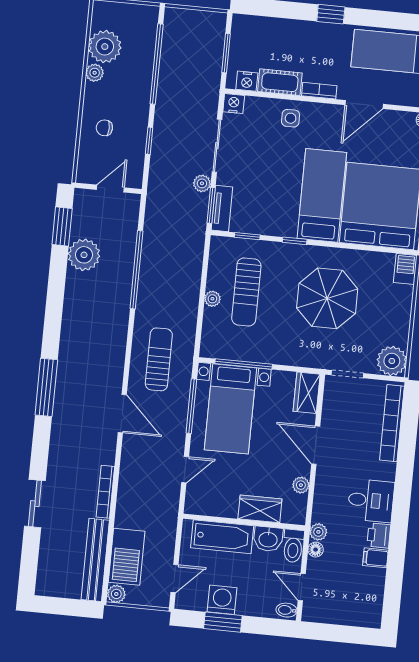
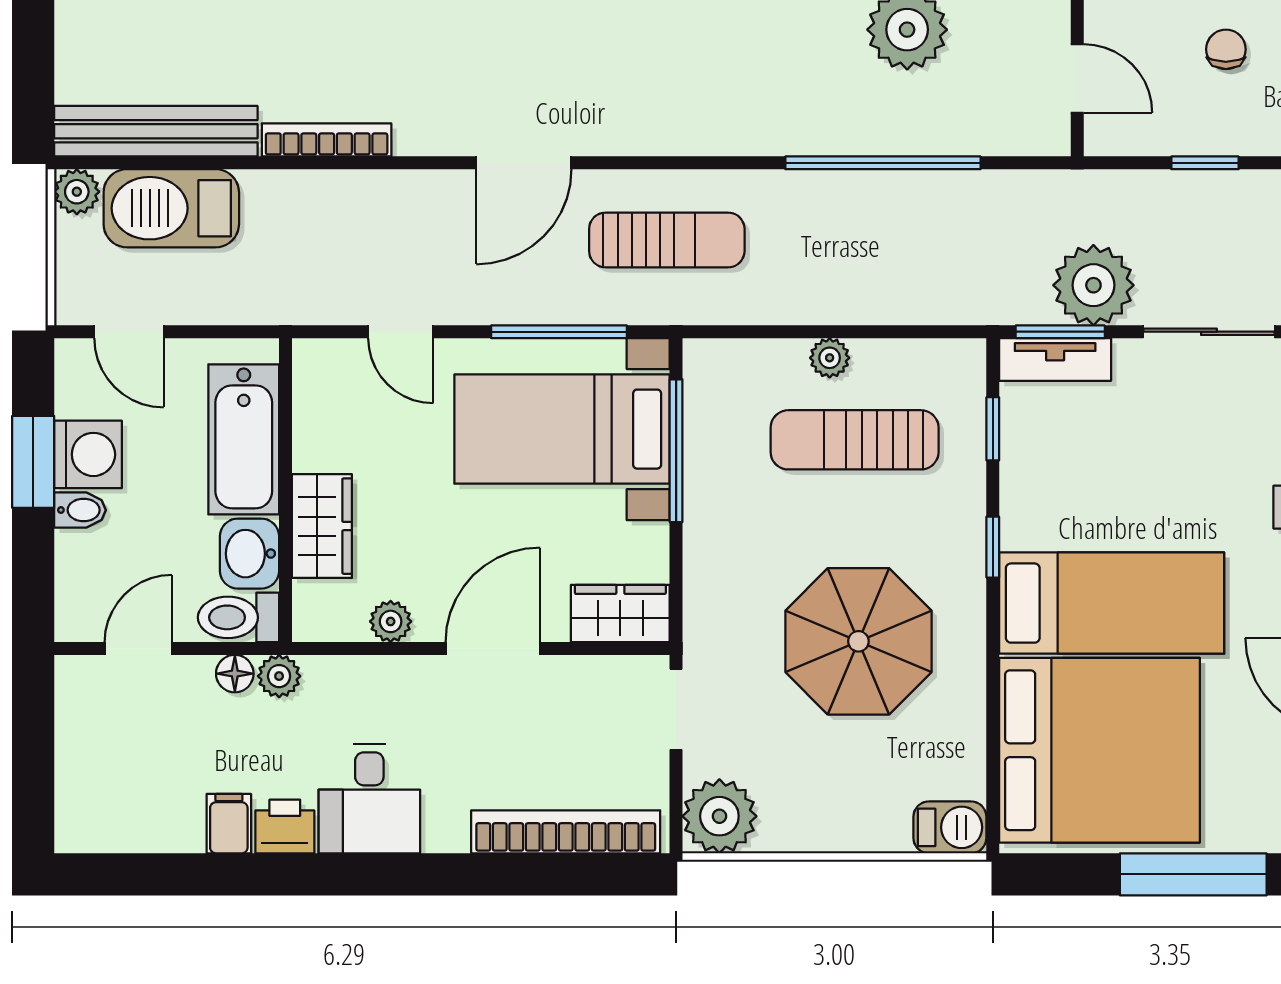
plant: (202, 183) -> (1093, 285), width x1.88, depth x1.88
bidet: (286, 610) -> (80, 510), moved, turned 90

